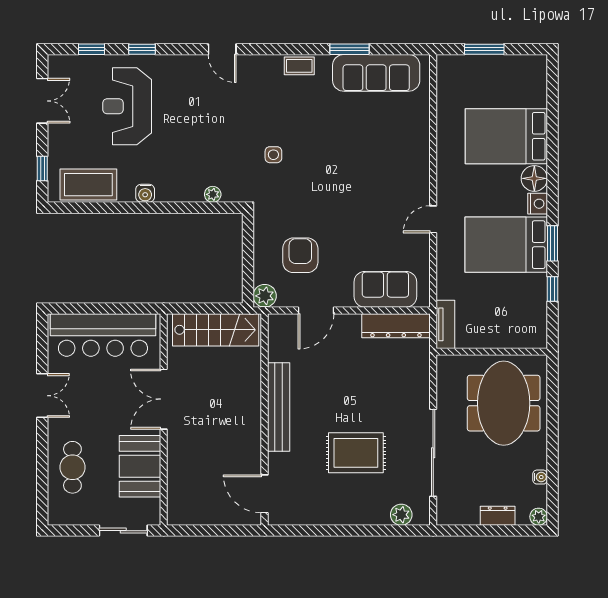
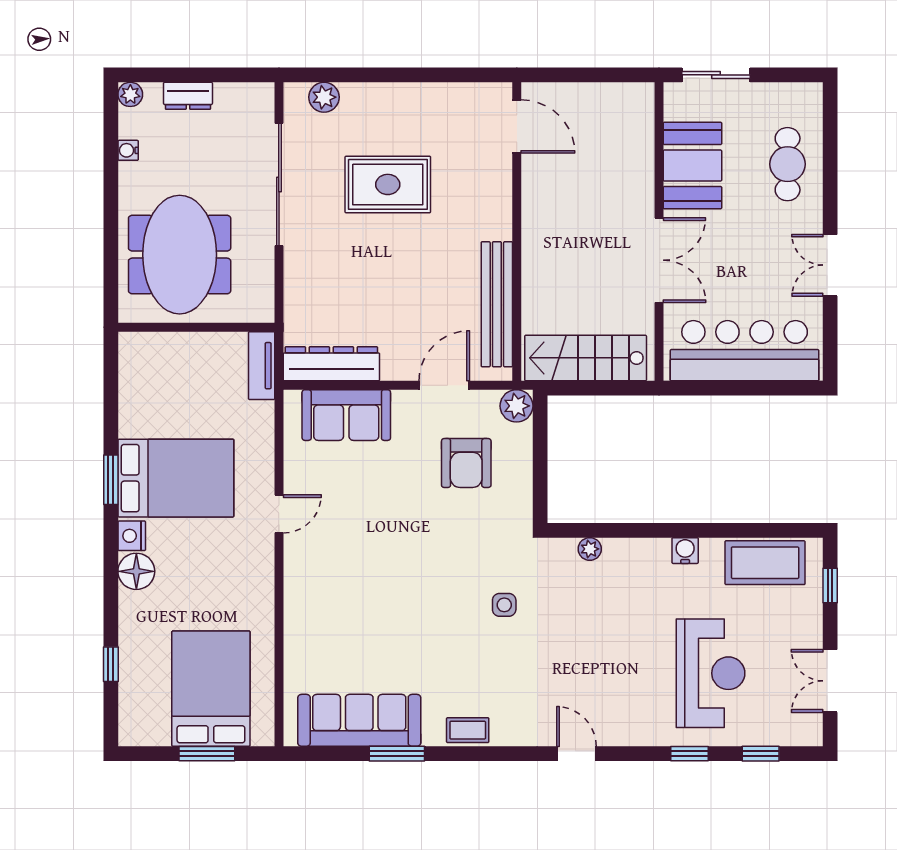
bed: (506, 136) -> (211, 689), moved, turned -90
window: (552, 289) -> (111, 664), moved
bench: (279, 407) -> (497, 304), moved

